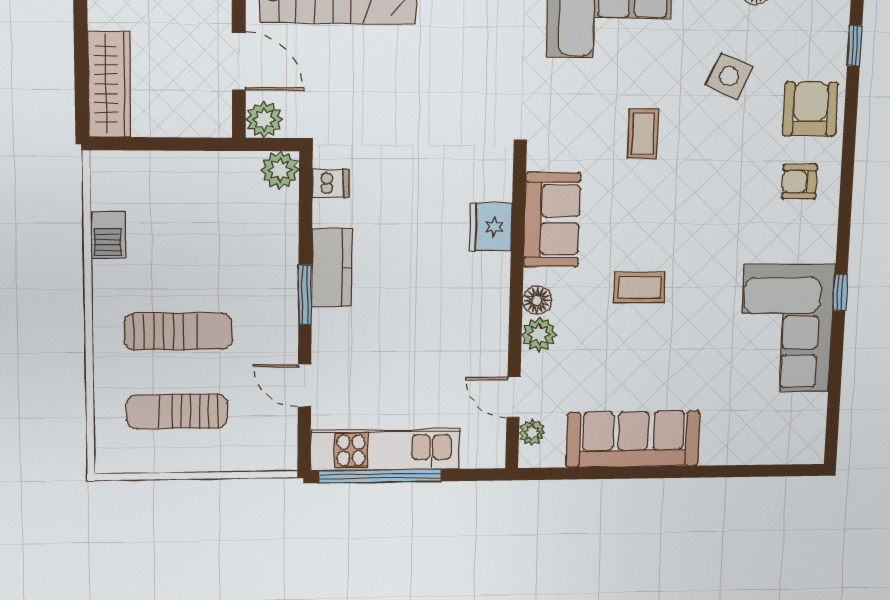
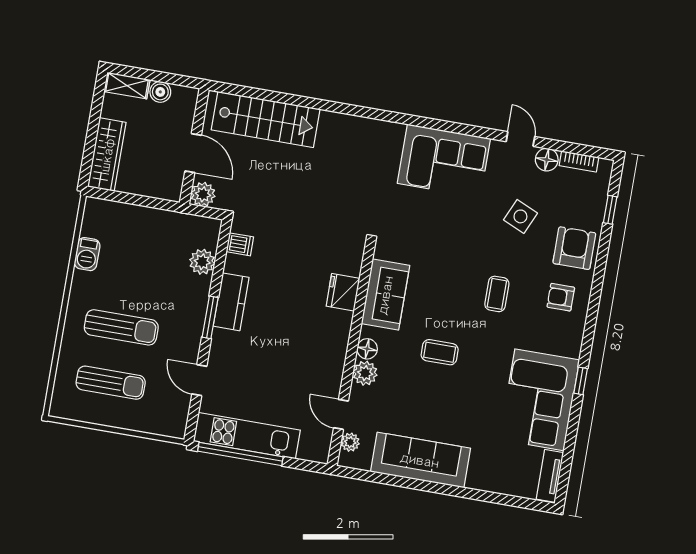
coffee table: (643, 134) -> (497, 294), moved
plant: (280, 170) -> (202, 262), moved
sun lounger: (177, 411) -> (111, 383), turned 180
tv unit: (813, 428) -> (550, 476), added

